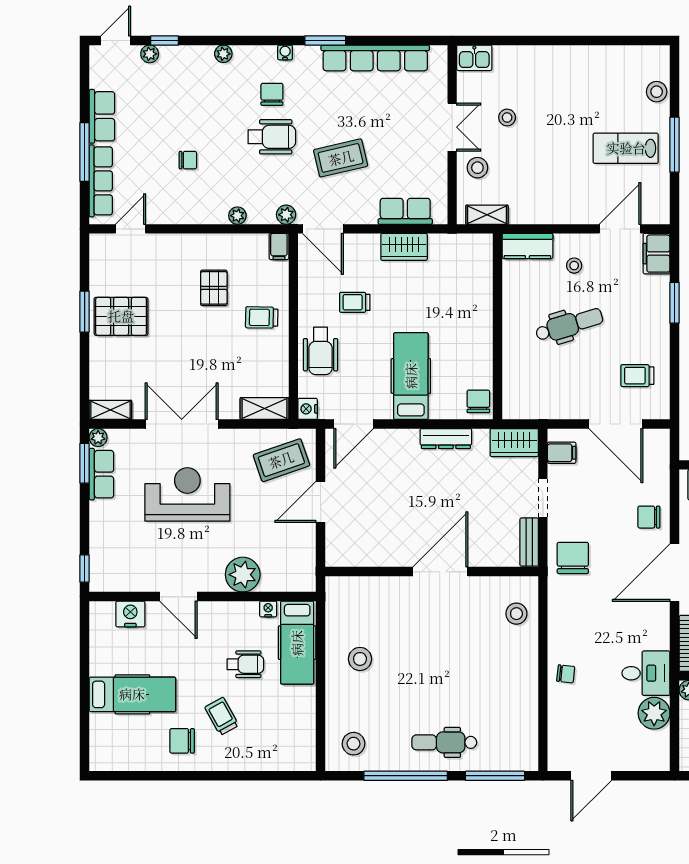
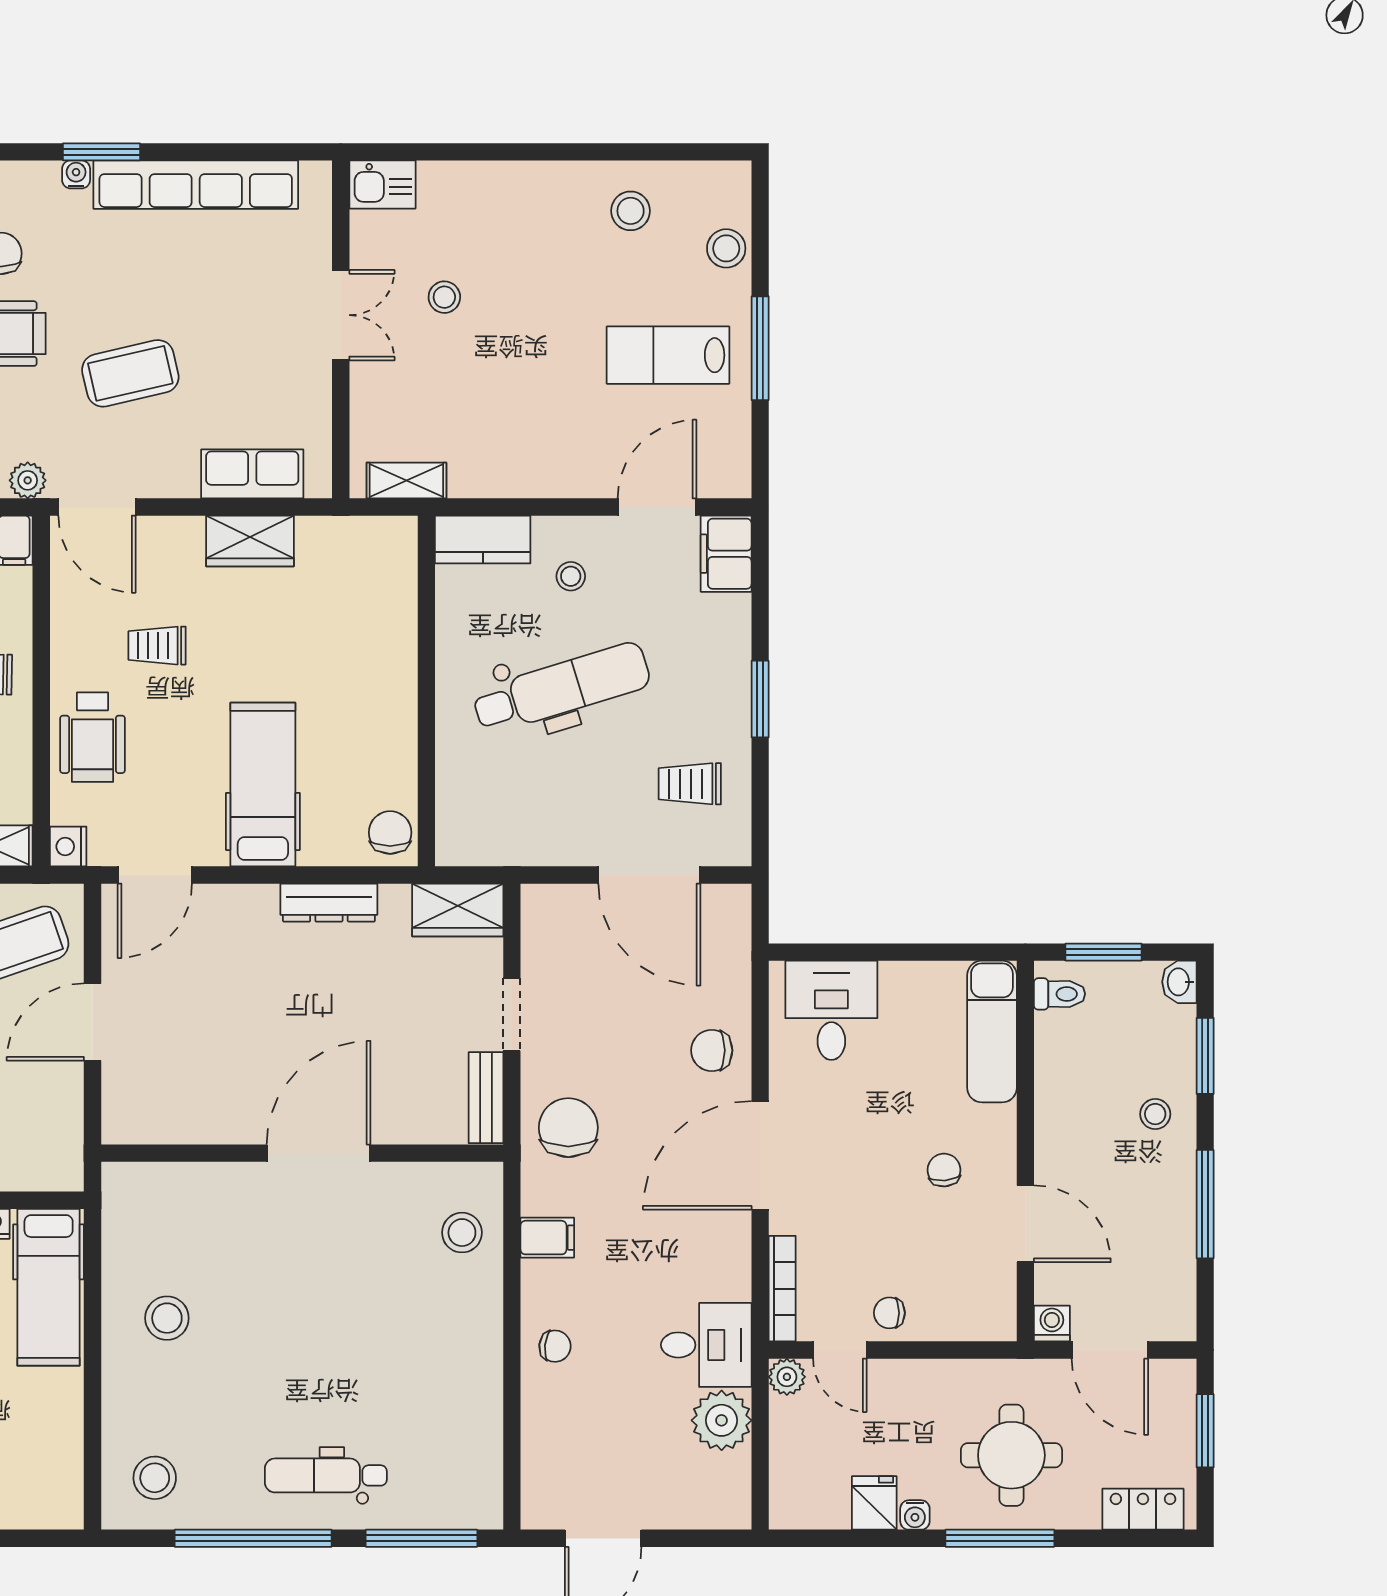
water cooler: (285, 52) -> (76, 174), moved
stool: (477, 168) -> (631, 211), moved
window: (675, 303) -> (760, 699), moved
dental chair: (569, 325) -> (561, 688), width x1.36, depth x1.38
filing cabinet: (562, 453) -> (547, 1238), moved

